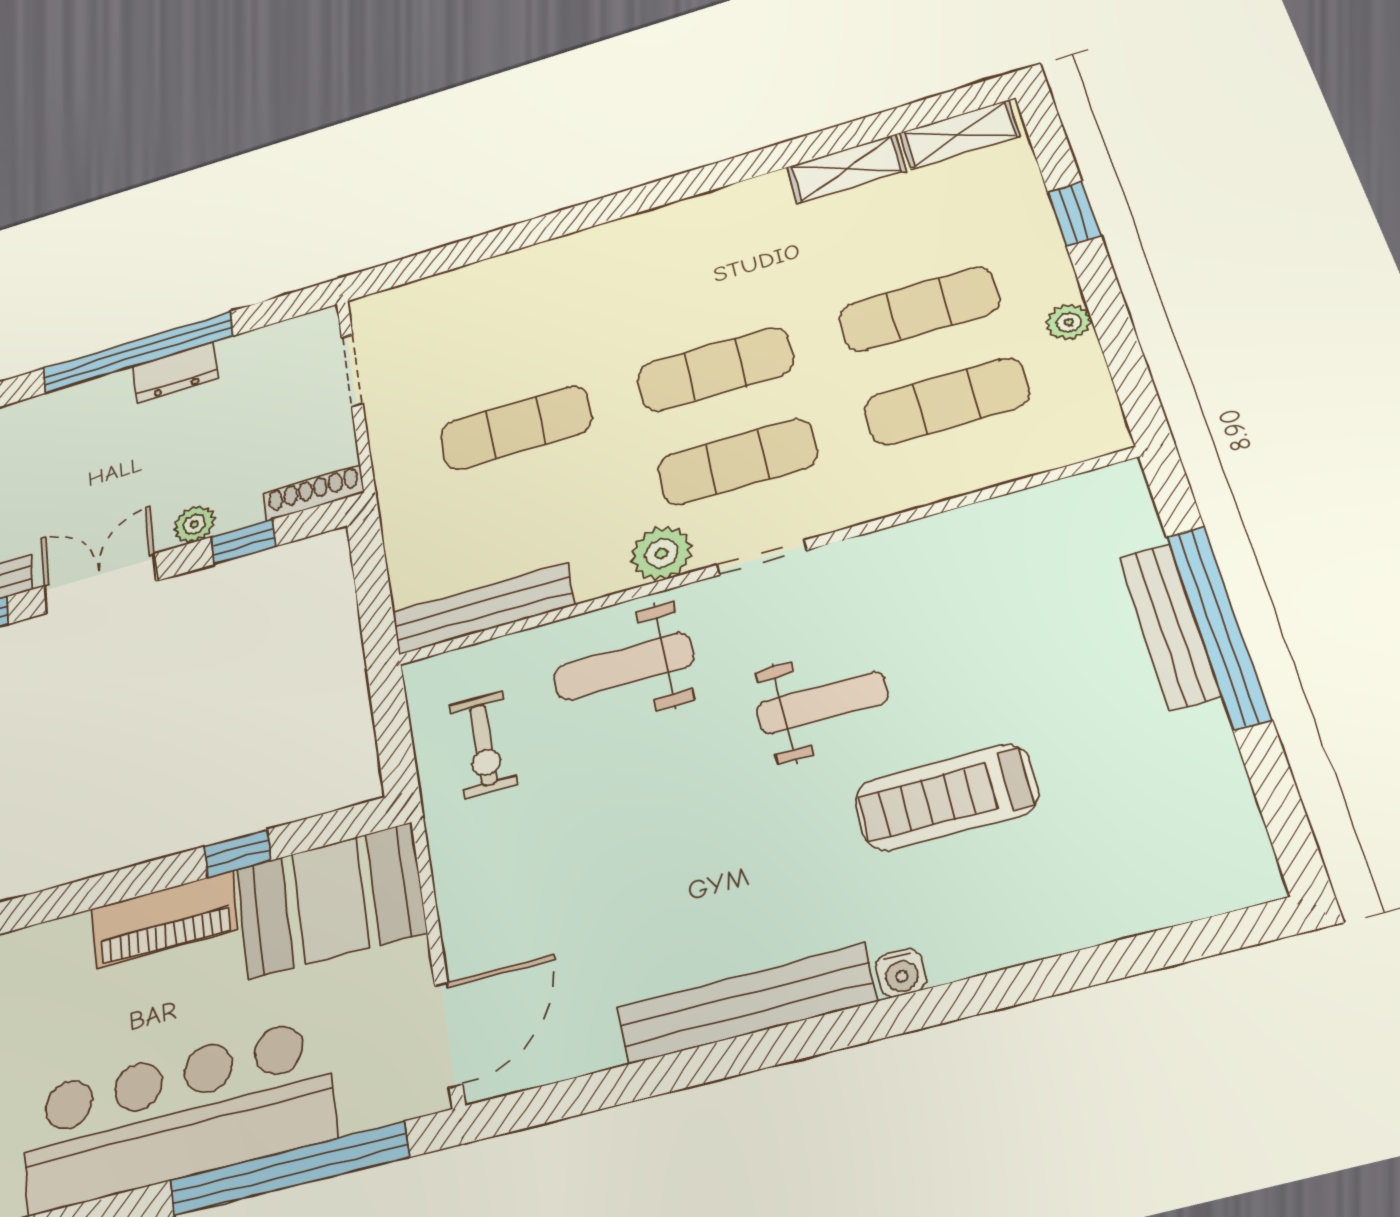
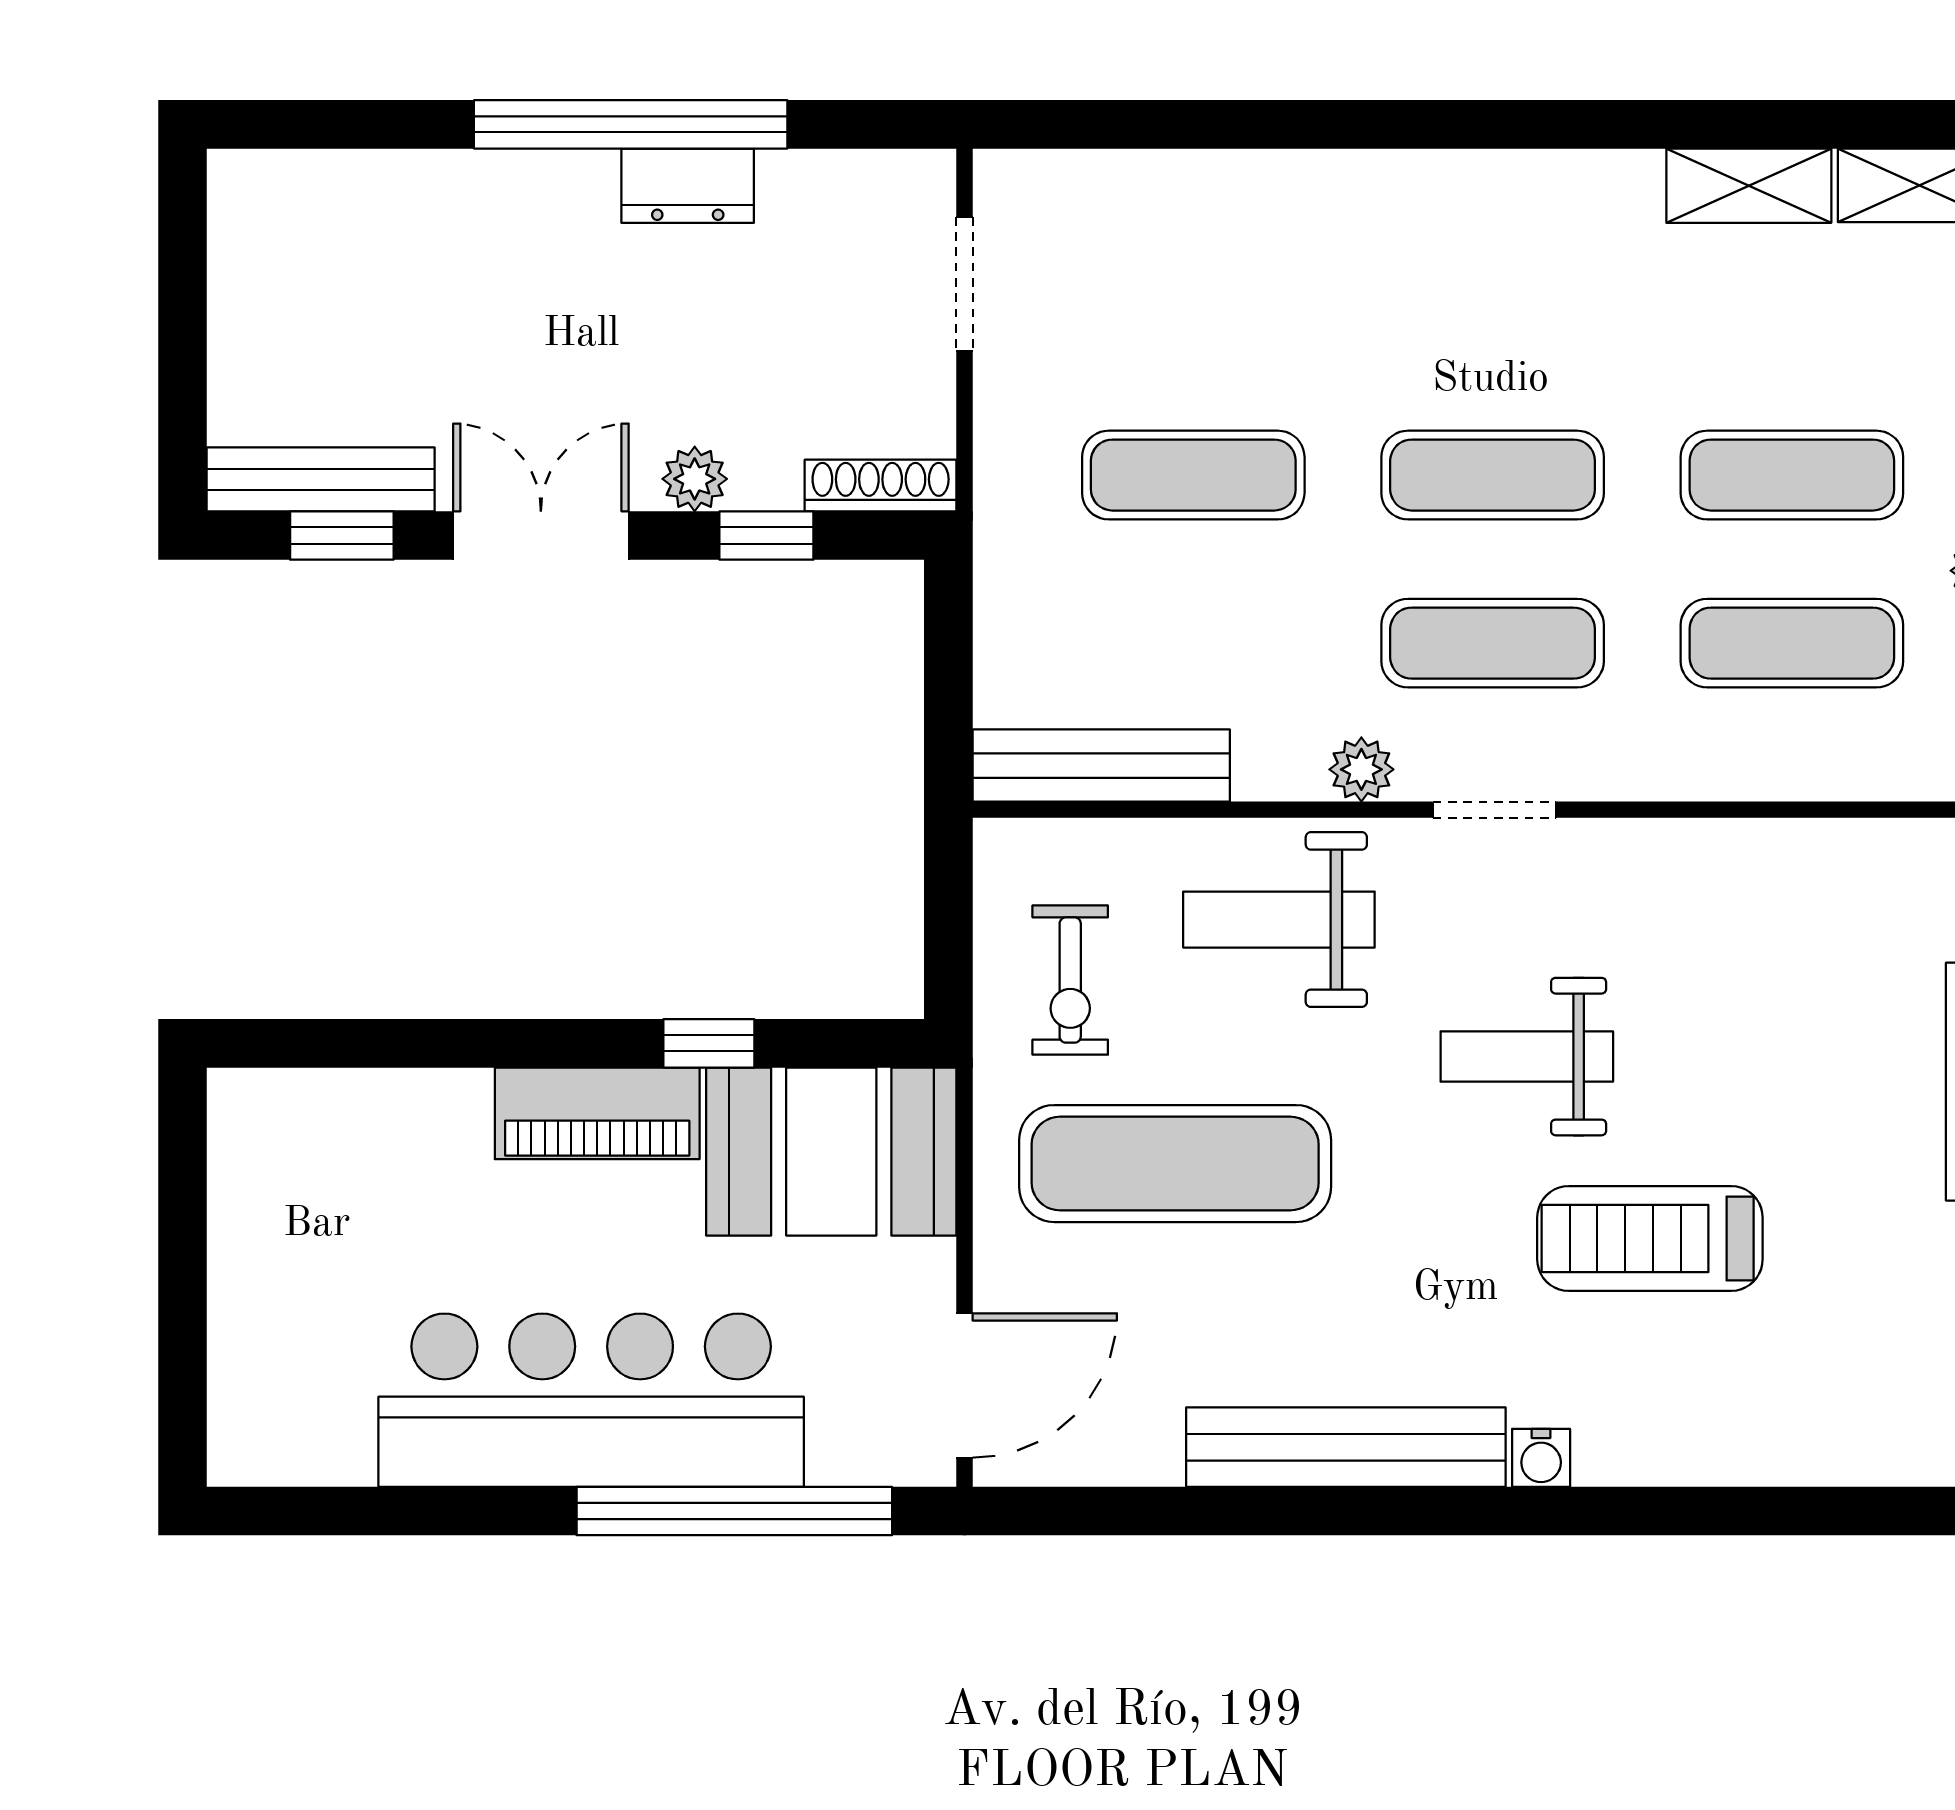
plant: (661, 553) -> (1361, 769), width x0.73, depth x0.73
weight bench: (822, 703) -> (1527, 1057), turned 180
exercise mat: (579, 842) -> (1175, 1164), added

